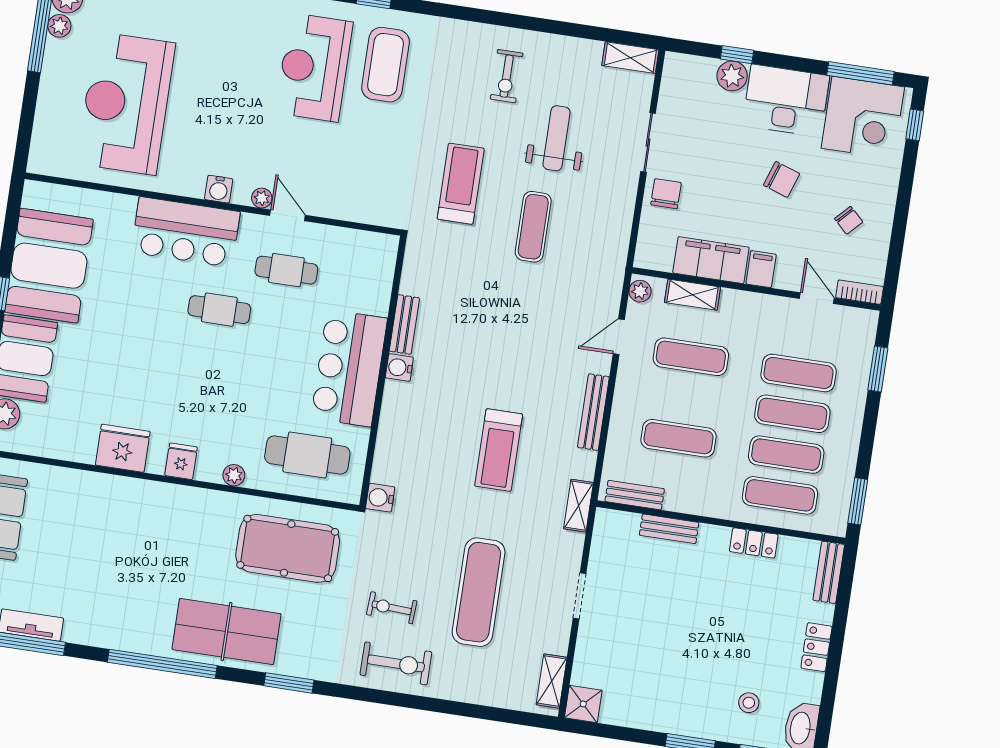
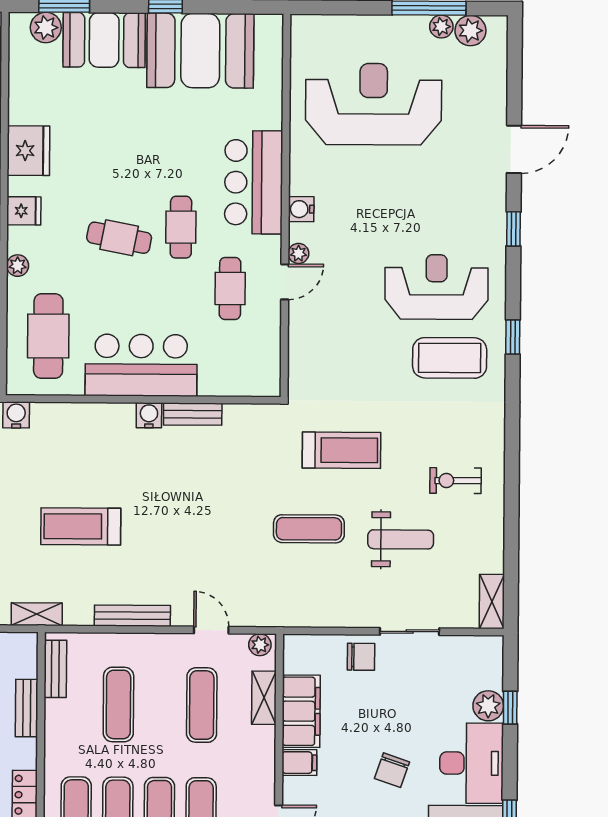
cafe table: (221, 372) -> (119, 238), added

